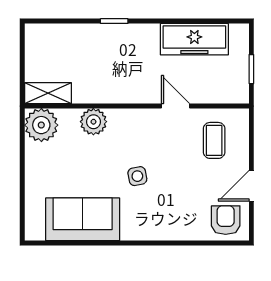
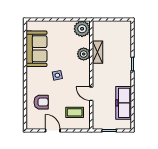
shelving: (48, 93) -> (97, 52), moved
door: (176, 106) -> (91, 94), swing flipped
armchair: (226, 220) -> (41, 102), moved

